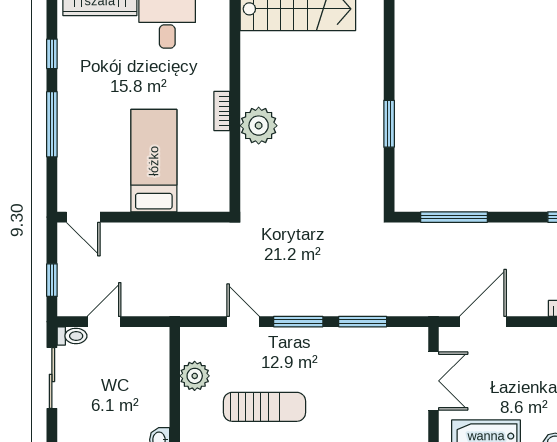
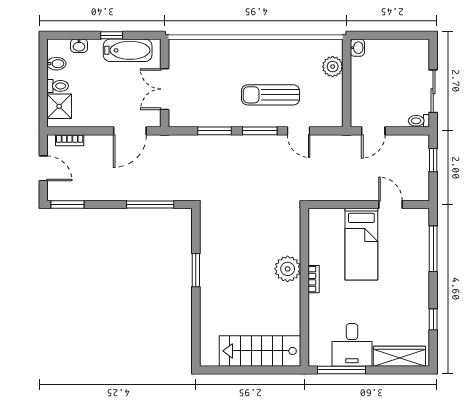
window: (52, 124) -> (433, 249), moved
door: (83, 217) -> (390, 204), moved
door: (104, 322) -> (373, 131), moved
plant: (195, 376) -> (333, 67), moved
sun lounger: (264, 407) -> (271, 95), moved

